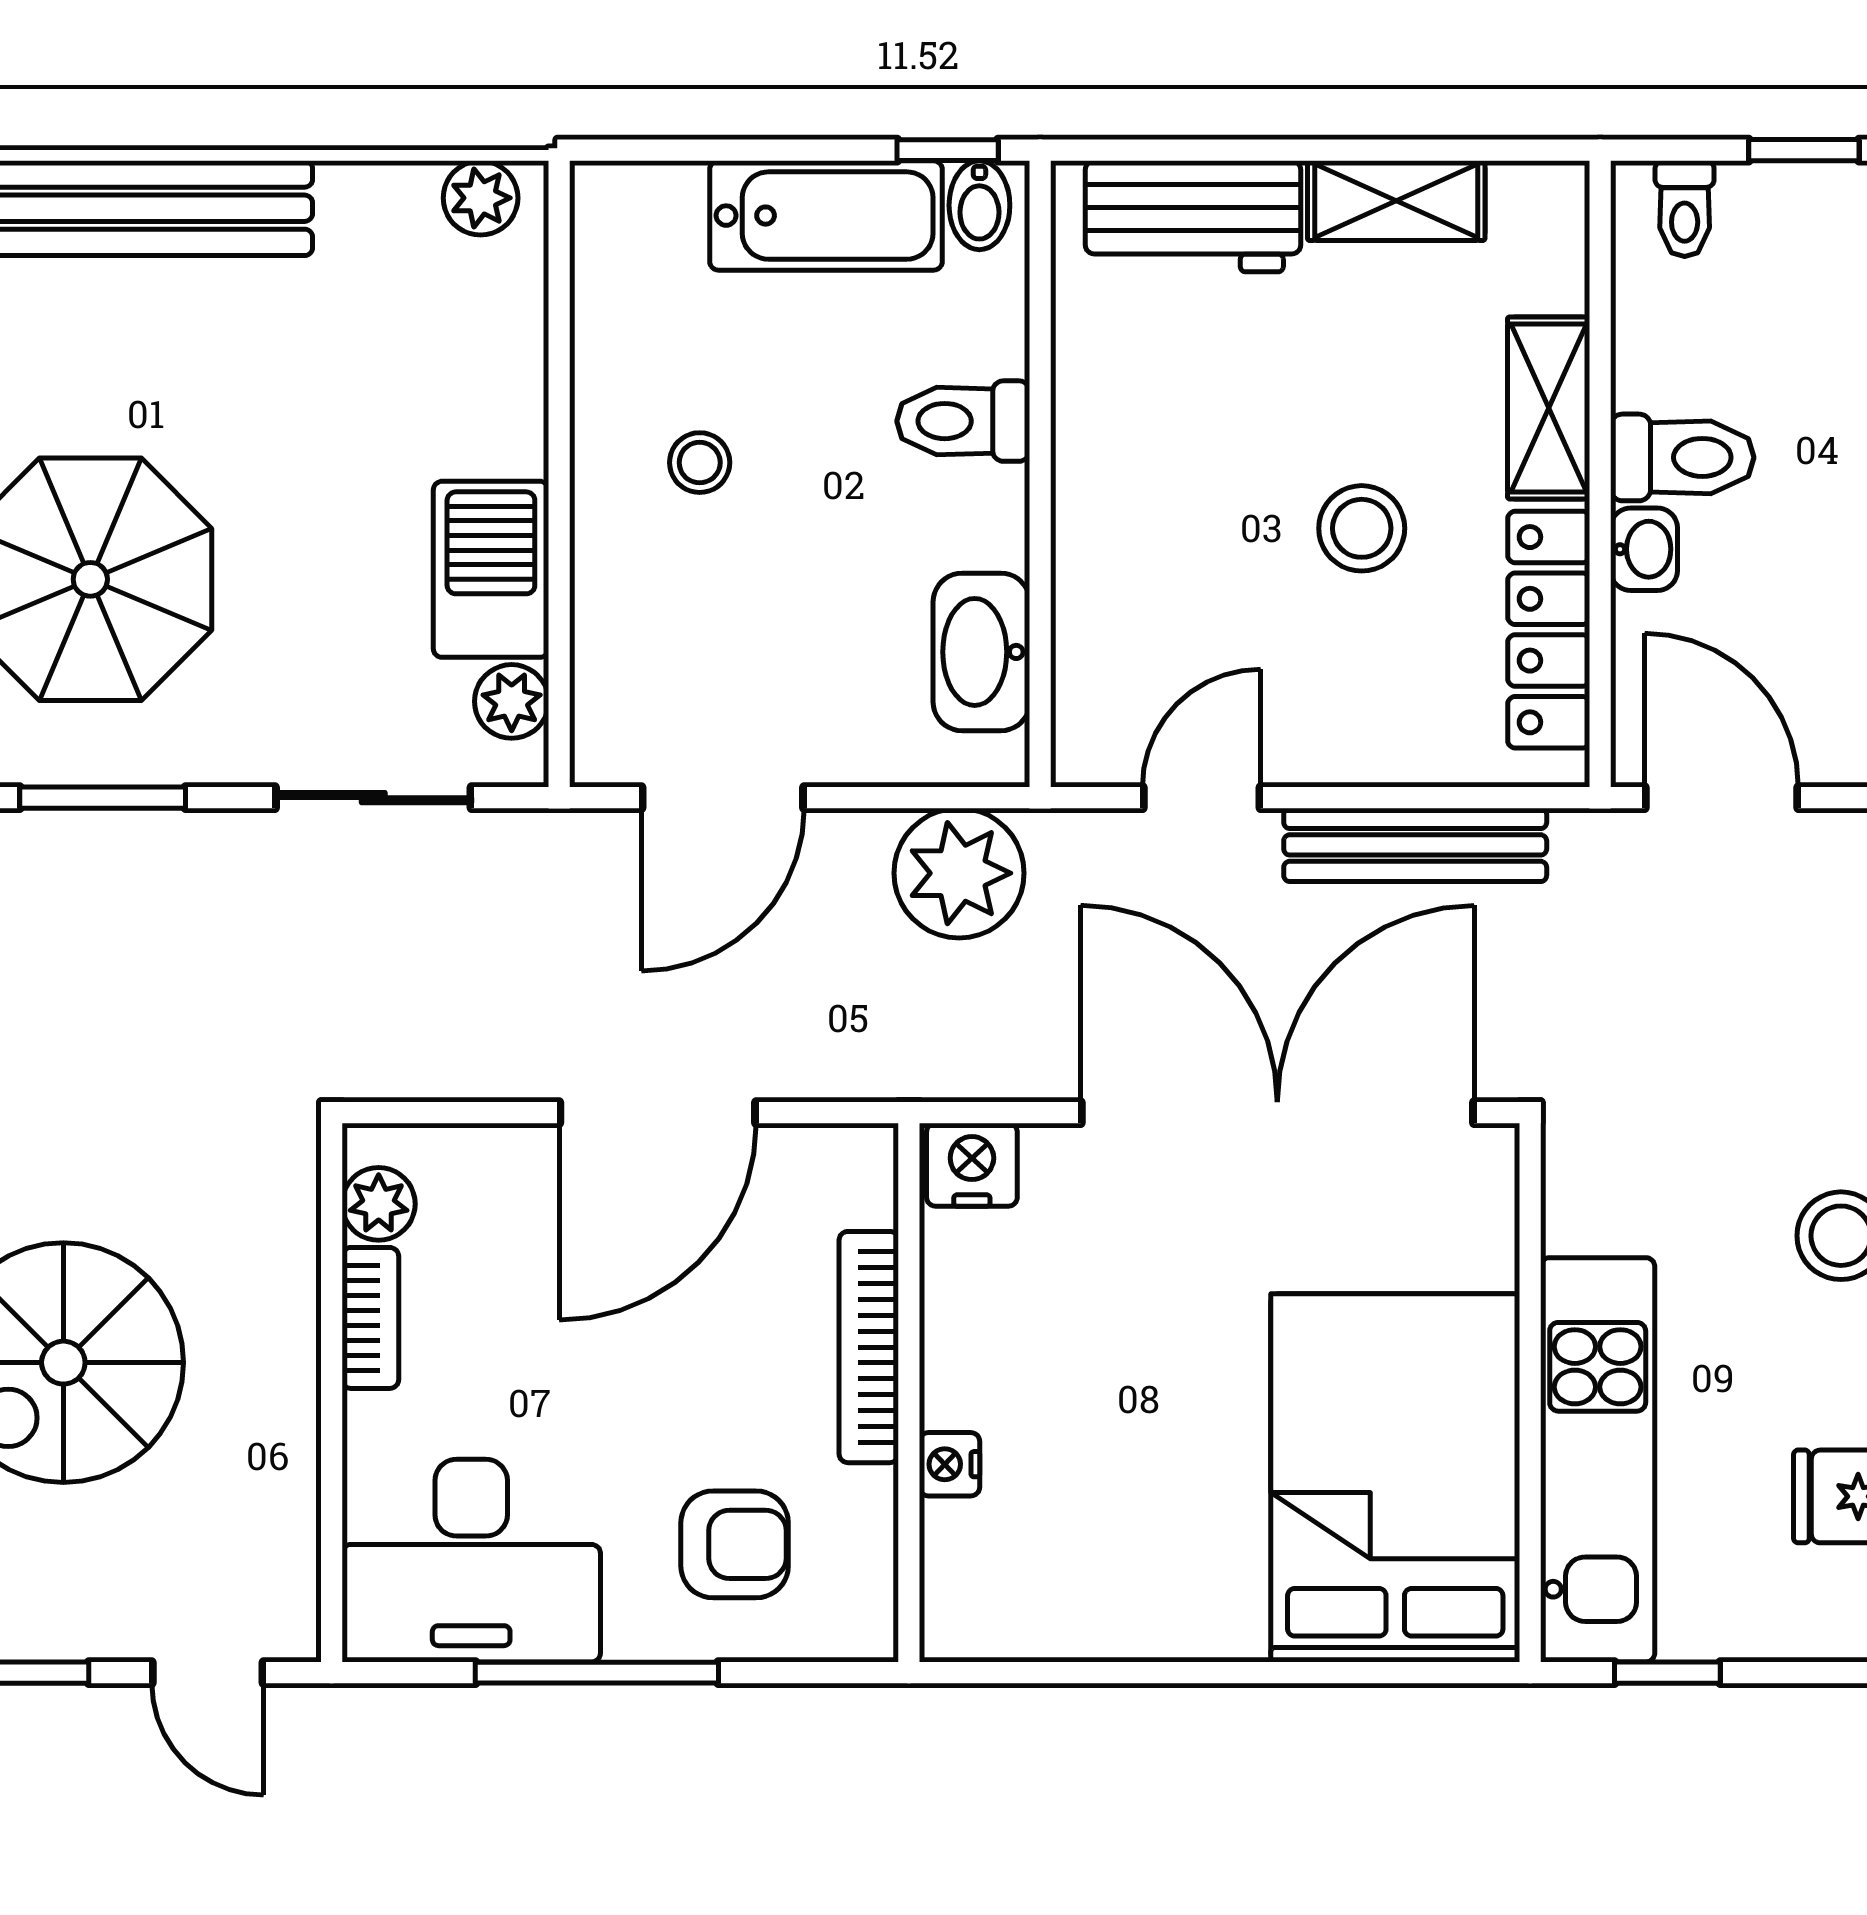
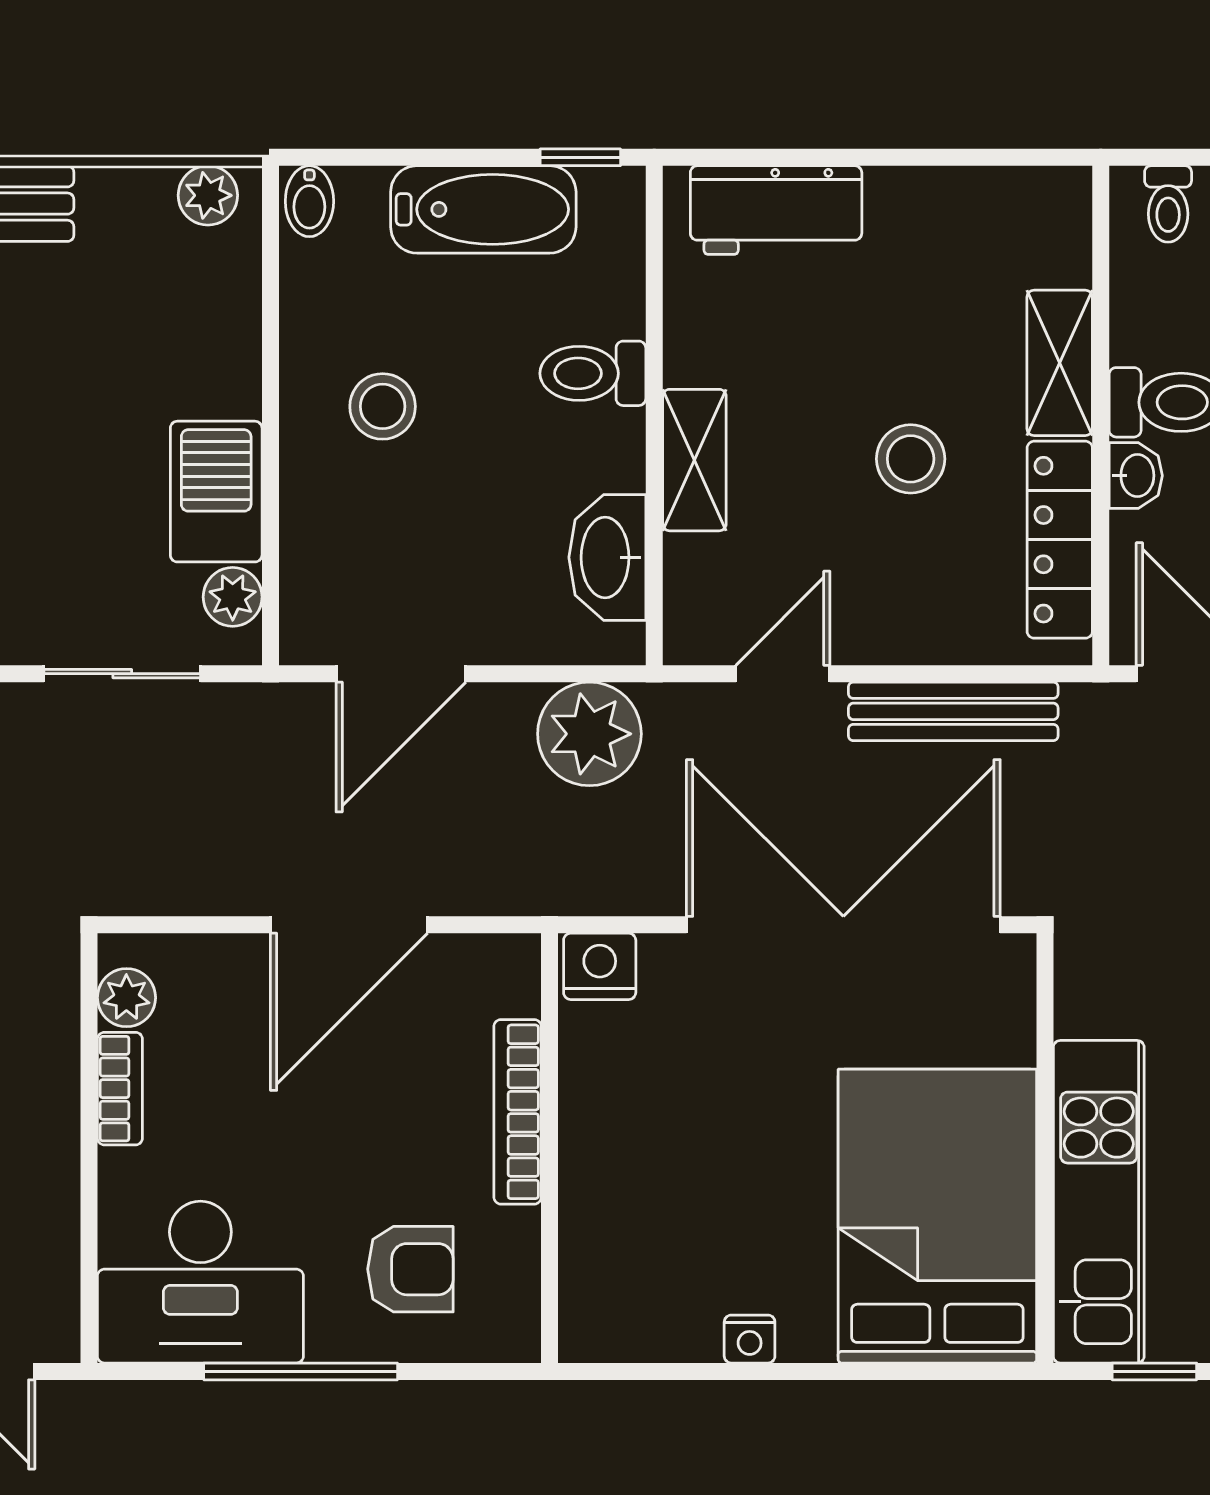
shelving: (1396, 201) -> (694, 460), moved, turned 90
bidet: (979, 205) -> (309, 201), moved
stool: (700, 463) -> (383, 406), width x1.37, depth x1.37
nightstand: (950, 1464) -> (750, 1339), moved, turned -90

